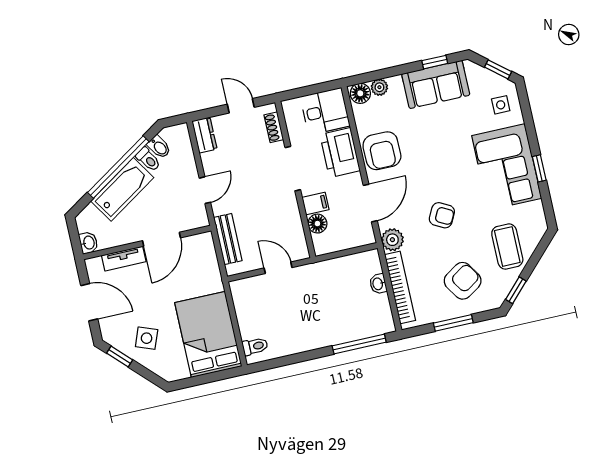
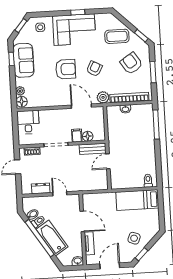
dresser: (204, 135) -> (41, 188), moved
armchair: (382, 151) -> (66, 69), moved
printer: (340, 153) -> (52, 118), removed
bench: (228, 239) -> (93, 149), moved
bed: (208, 334) -> (137, 200), width x0.67

